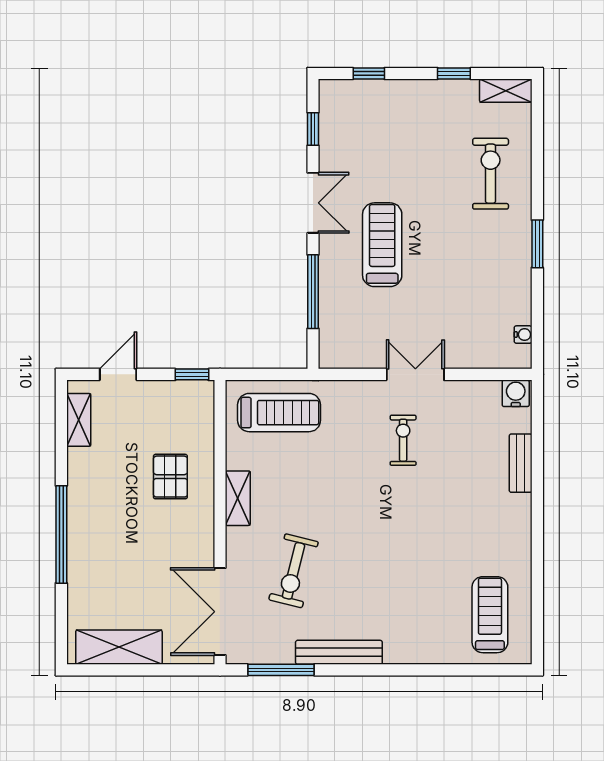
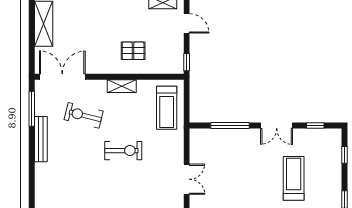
treadmill: (382, 245) -> (294, 178), moved, turned -90
exercise bike: (403, 440) -> (123, 151), moved, width x1.38, depth x1.39

